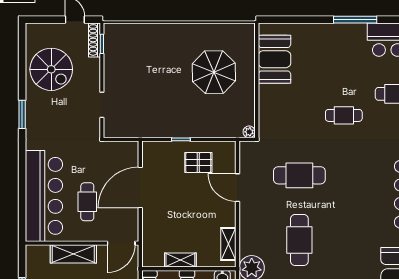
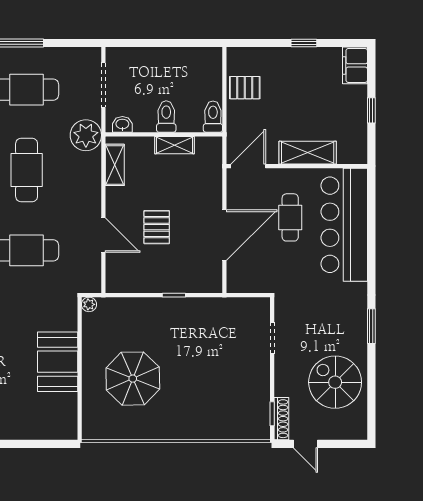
booth: (274, 59) -> (58, 362), moved
pallet: (198, 163) -> (157, 227), moved, turned 90

